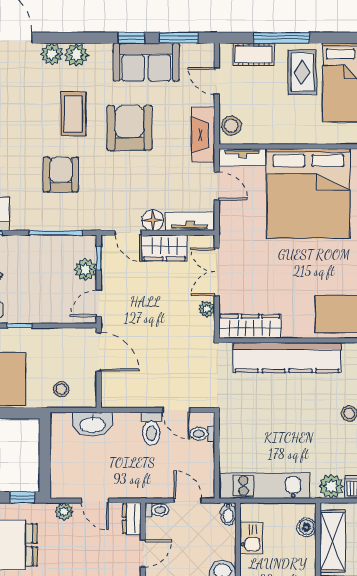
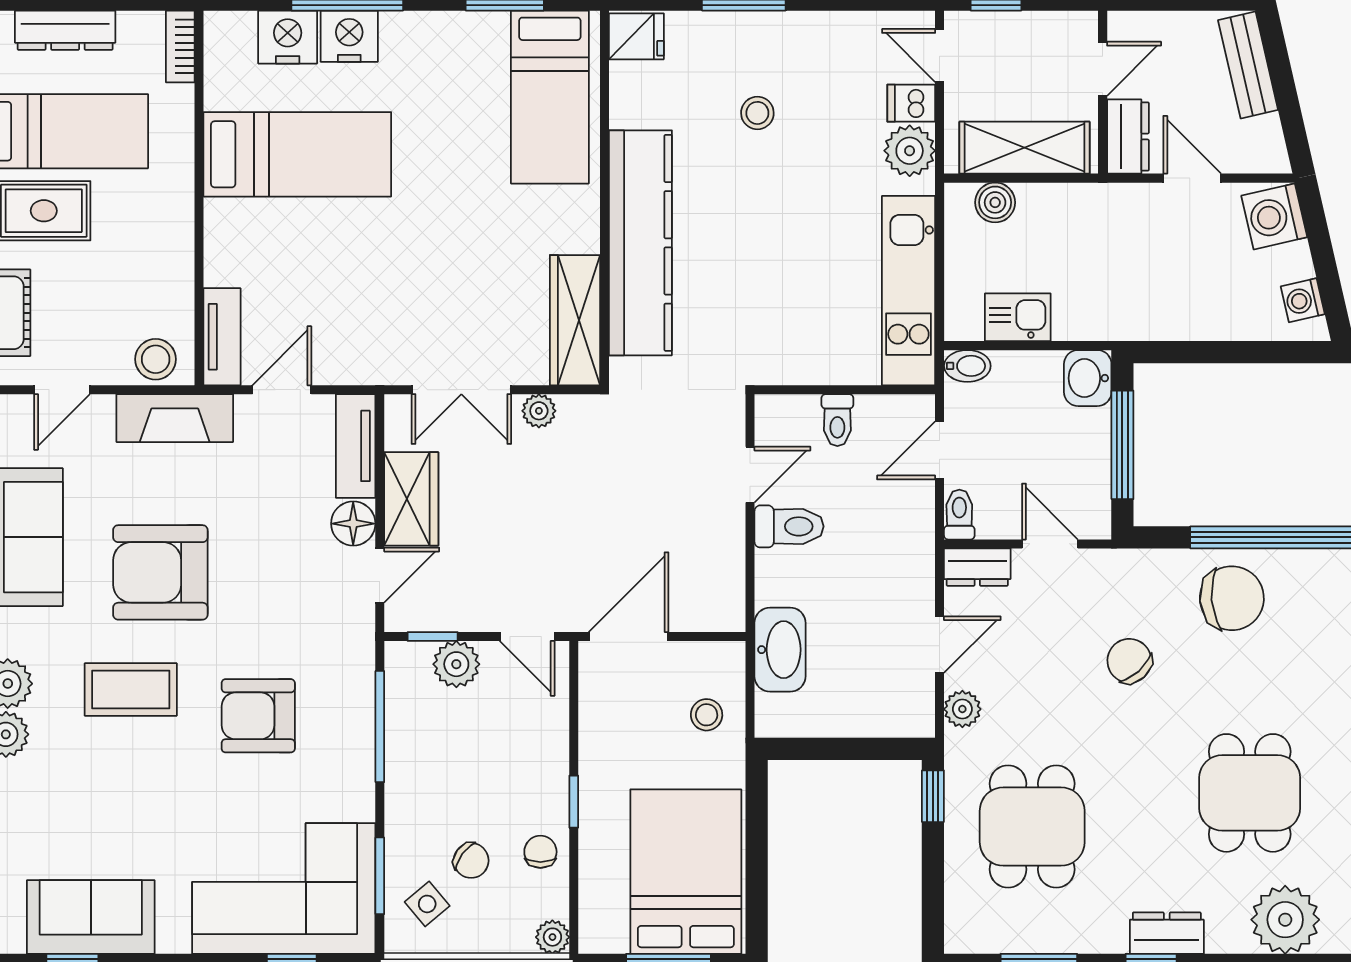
bed: (308, 193) -> (297, 154), width x0.49
toilet: (202, 434) -> (837, 420), moved

